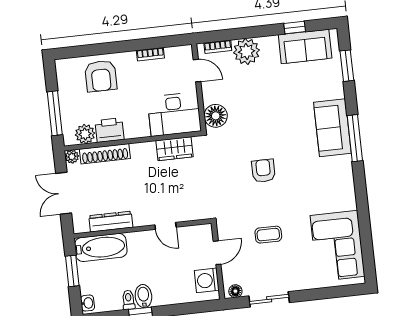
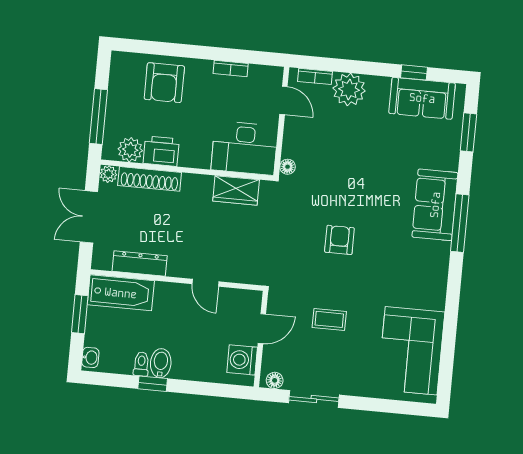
floor lamp: (216, 116) -> (288, 167), width x0.53, depth x0.53

